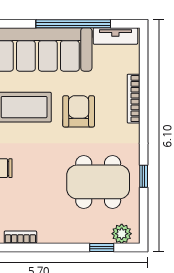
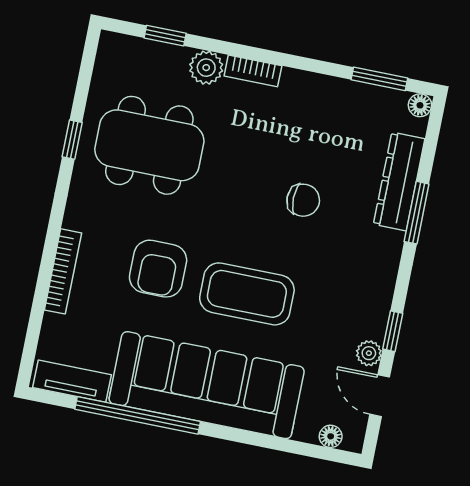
plant: (122, 234) -> (206, 68), moved
bookcase: (20, 237) -> (253, 71), moved

